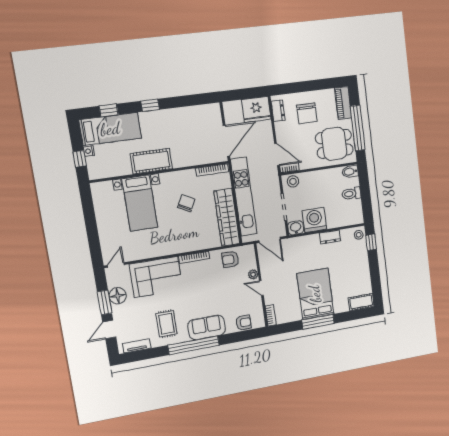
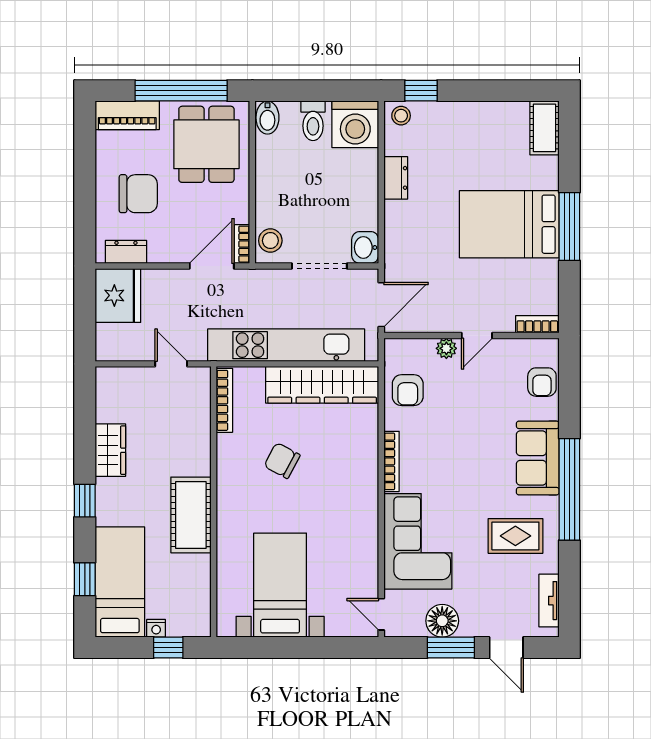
wardrobe: (178, 115) -> (110, 450), added
door: (226, 141) -> (171, 364), width x0.53
bed with nightstands: (140, 203) -> (280, 585), moved, turned -90
washing machine: (314, 220) -> (355, 124), moved, turned -90
armchair: (244, 323) -> (542, 382), turned 180

